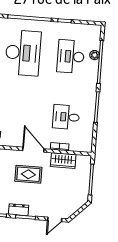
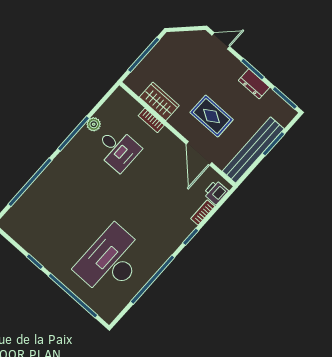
plant: (95, 55) -> (94, 124), moved
desk: (71, 56) -> (59, 215), removed
door: (33, 150) -> (199, 153), moved

